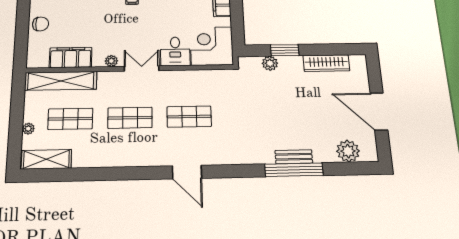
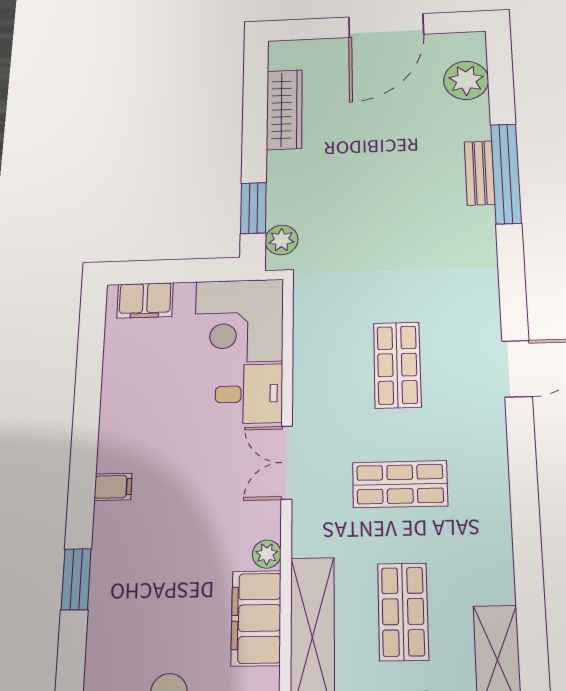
window: (285, 50) -> (253, 208), moved
plant: (111, 61) -> (267, 554), moved
plant: (270, 63) -> (281, 240), moved
shop shelf: (130, 118) -> (400, 484), turned 90

